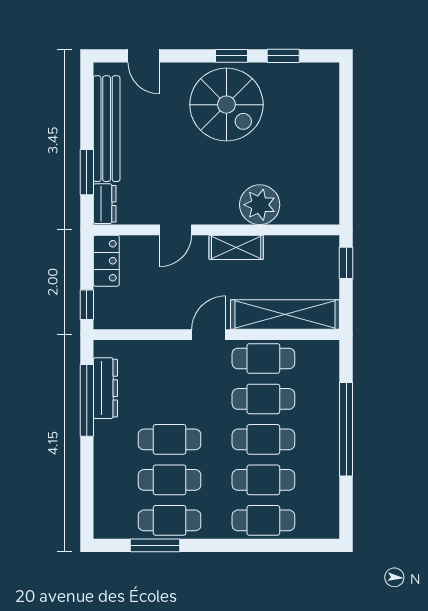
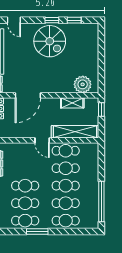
plant: (260, 205) -> (83, 84), moved
door: (176, 230) -> (28, 95), width x1.87
shelving: (236, 247) -> (72, 103), moved
door: (209, 335) -> (42, 140), swing flipped
window: (346, 429) -> (101, 201), moved
window: (155, 545) -> (37, 231), moved

